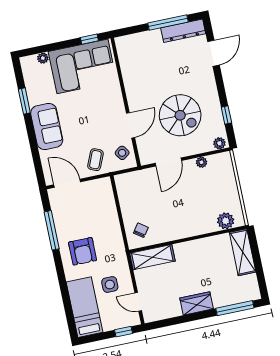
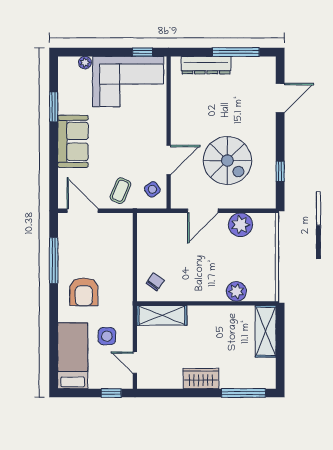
dresser: (183, 31) -> (206, 65), moved
plant: (219, 143) -> (265, 202), removed
plant: (202, 162) -> (240, 225), width x1.88, depth x1.88
plant: (226, 221) -> (236, 291), moved

